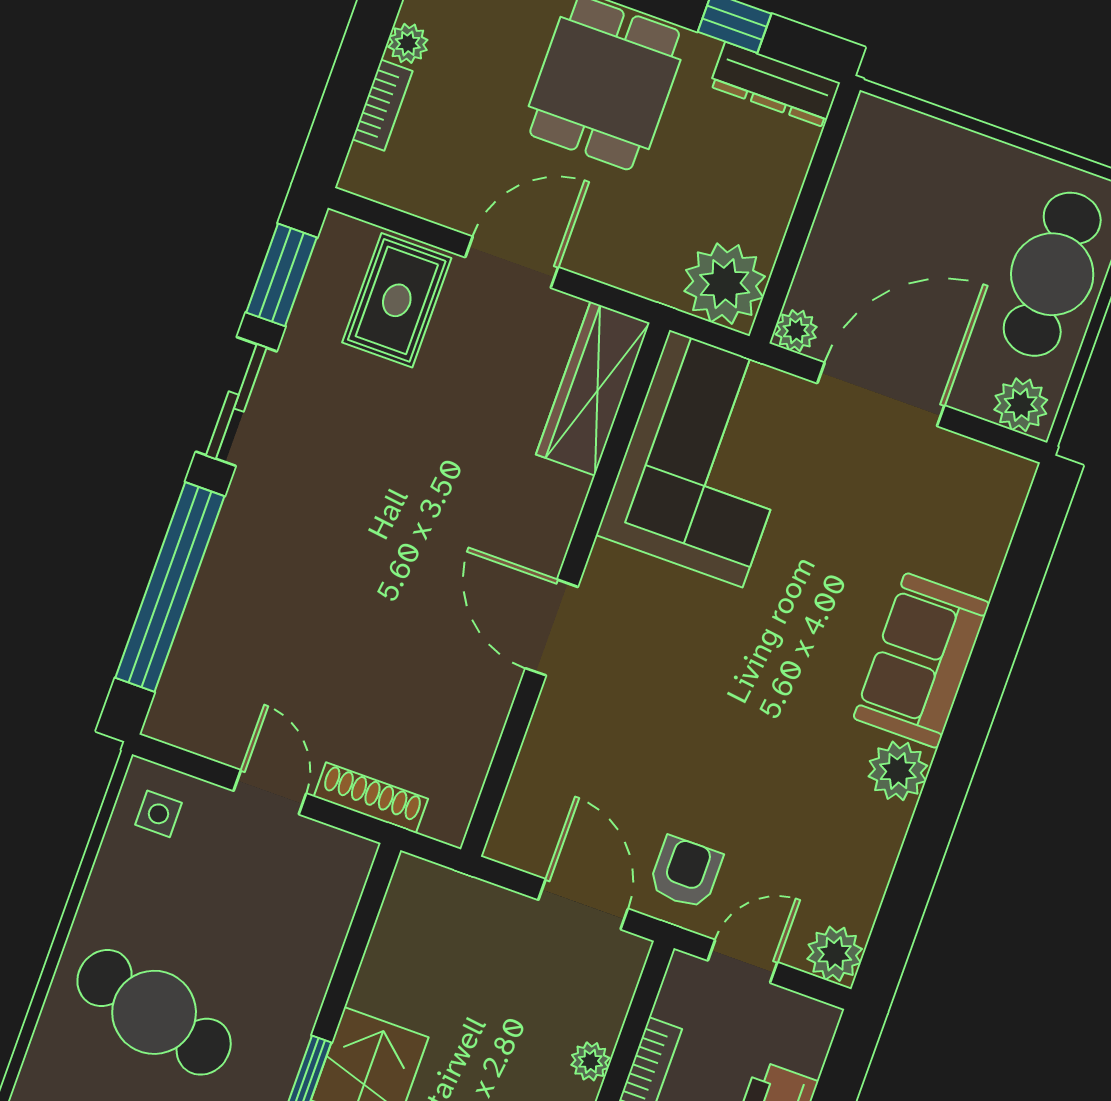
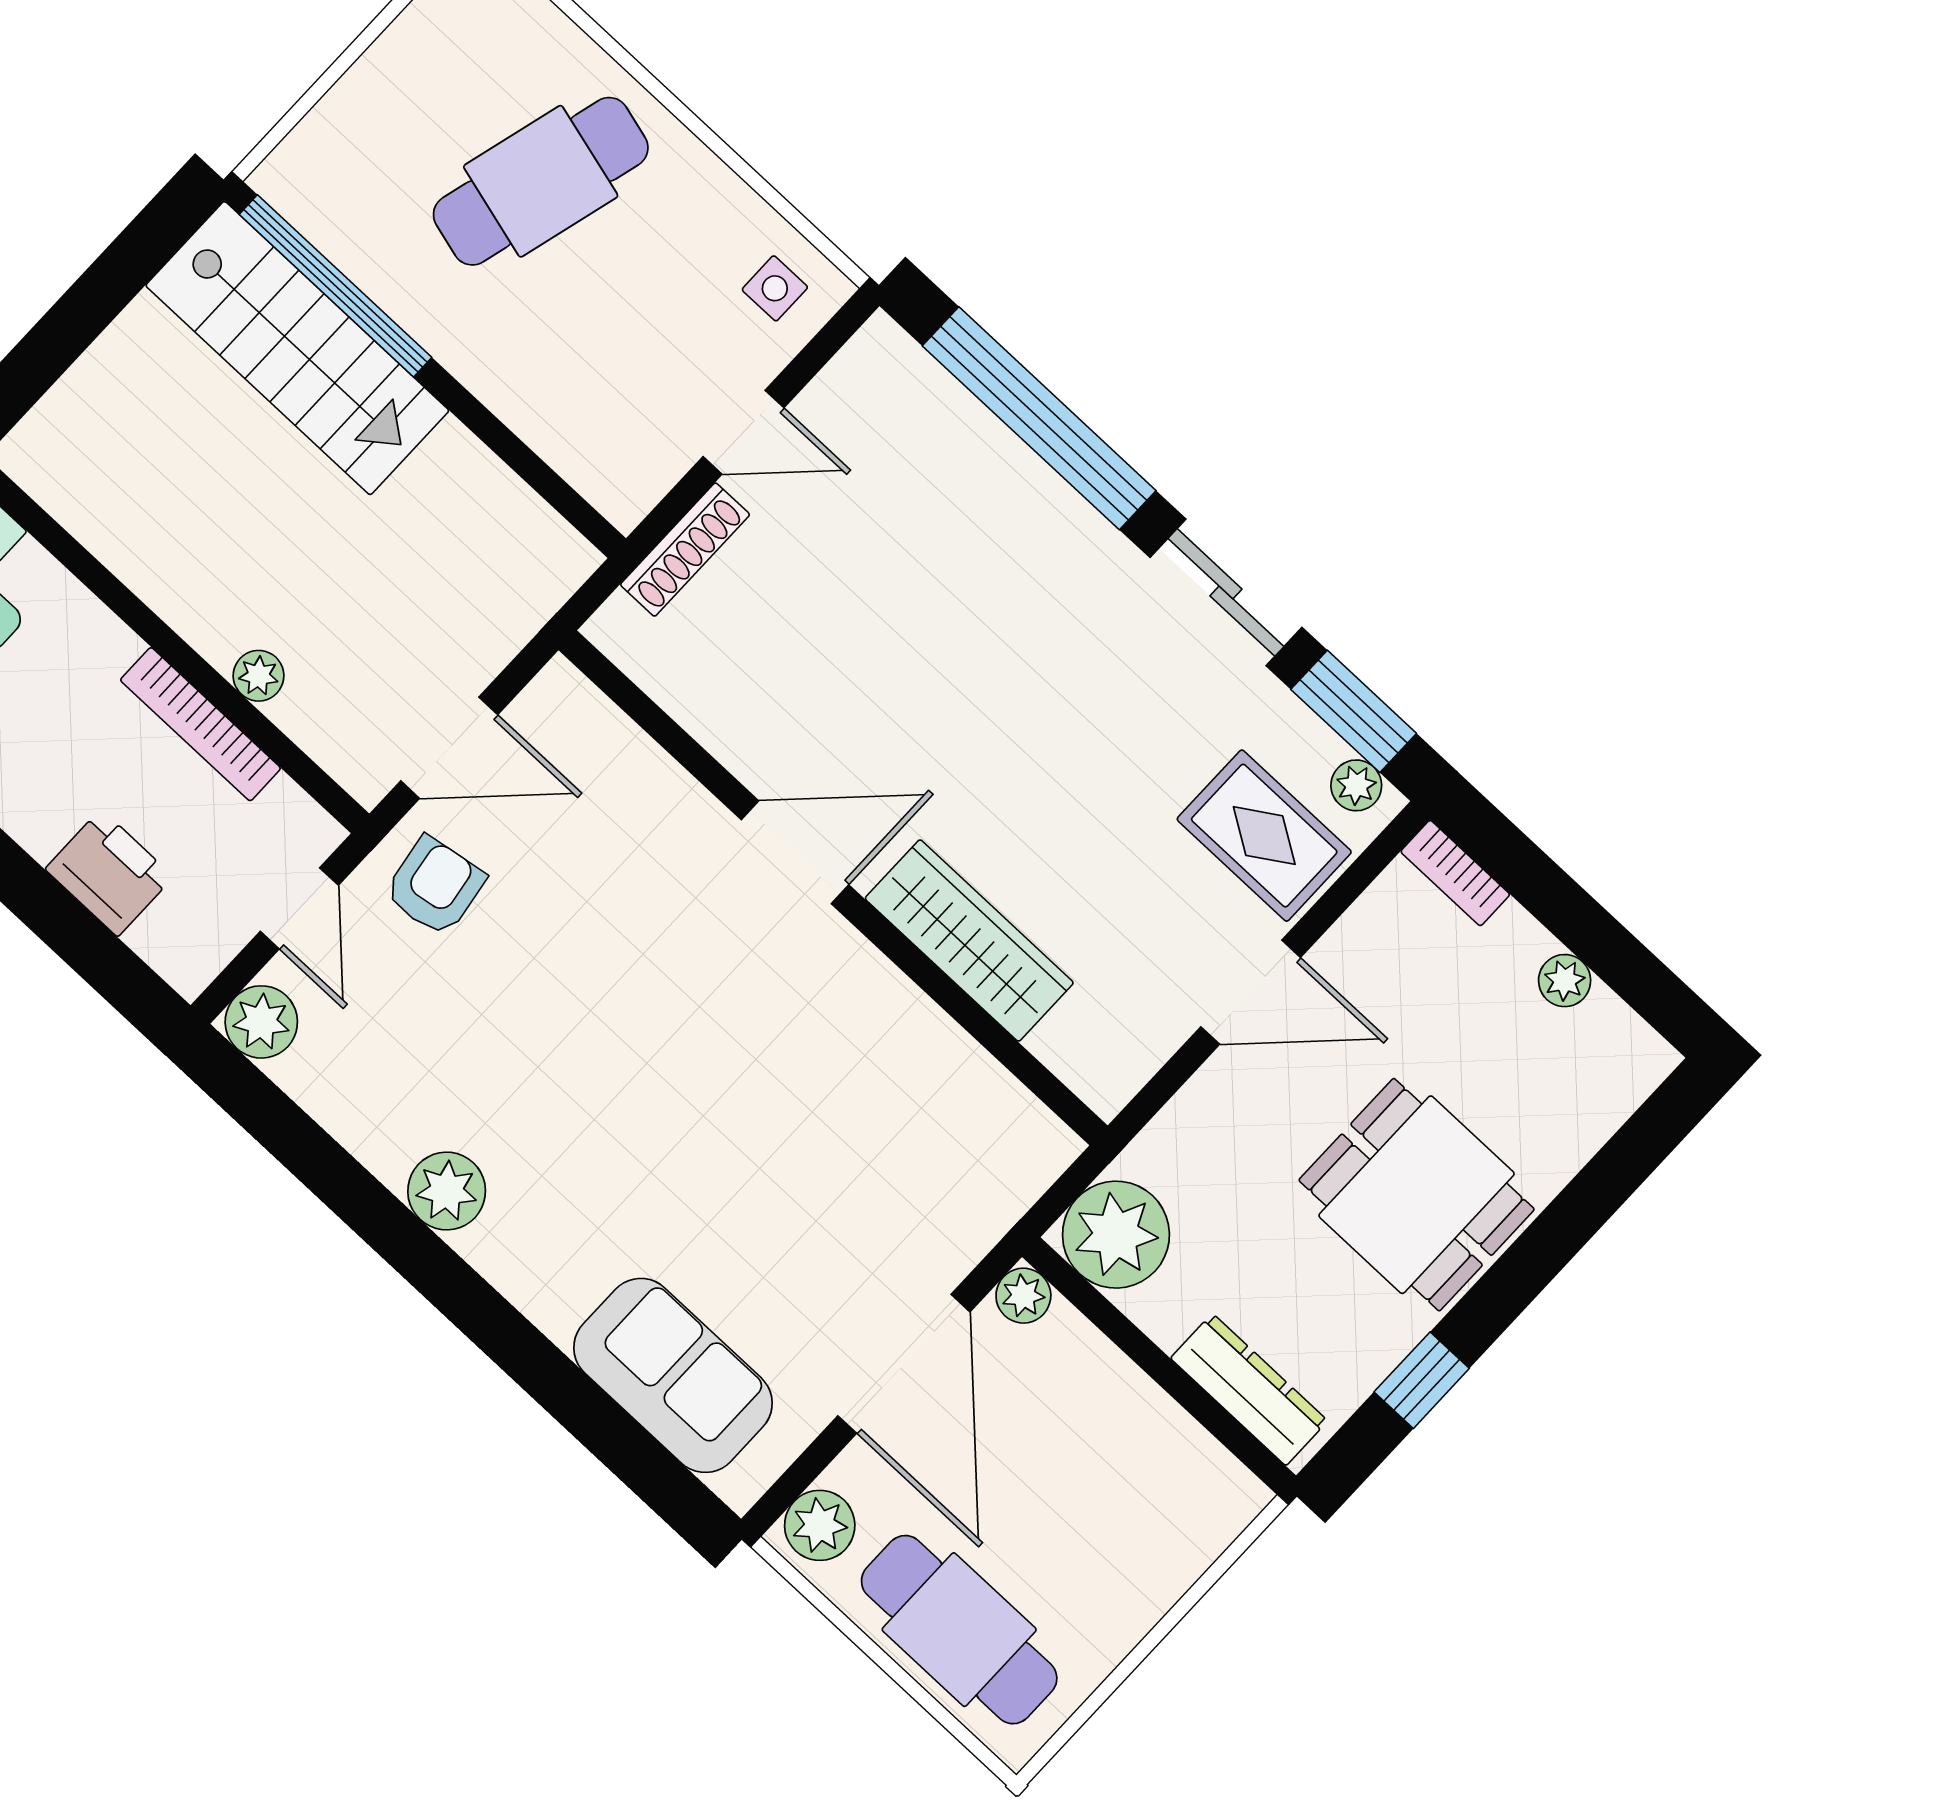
dresser: (775, 85) -> (1249, 1390), moved, turned 90
bookcase: (382, 105) -> (1455, 873), moved
plant: (333, 250) -> (1356, 785), added
door: (512, 262) -> (1251, 992), hinge flipped
wardrobe: (593, 389) -> (969, 941), moved
corner sofa: (706, 459) -> (917, 1123), removed
sofa: (921, 660) -> (673, 1375), moved
armchair: (686, 872) -> (435, 886), turned -99

